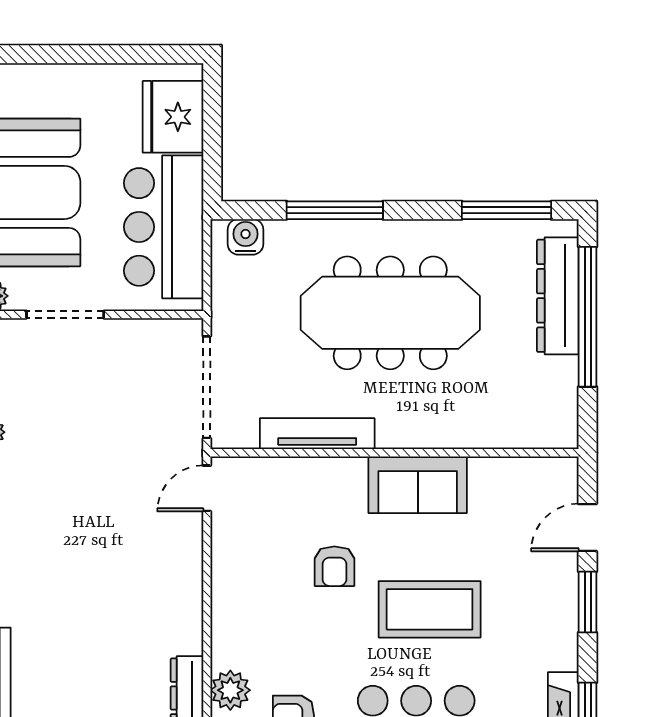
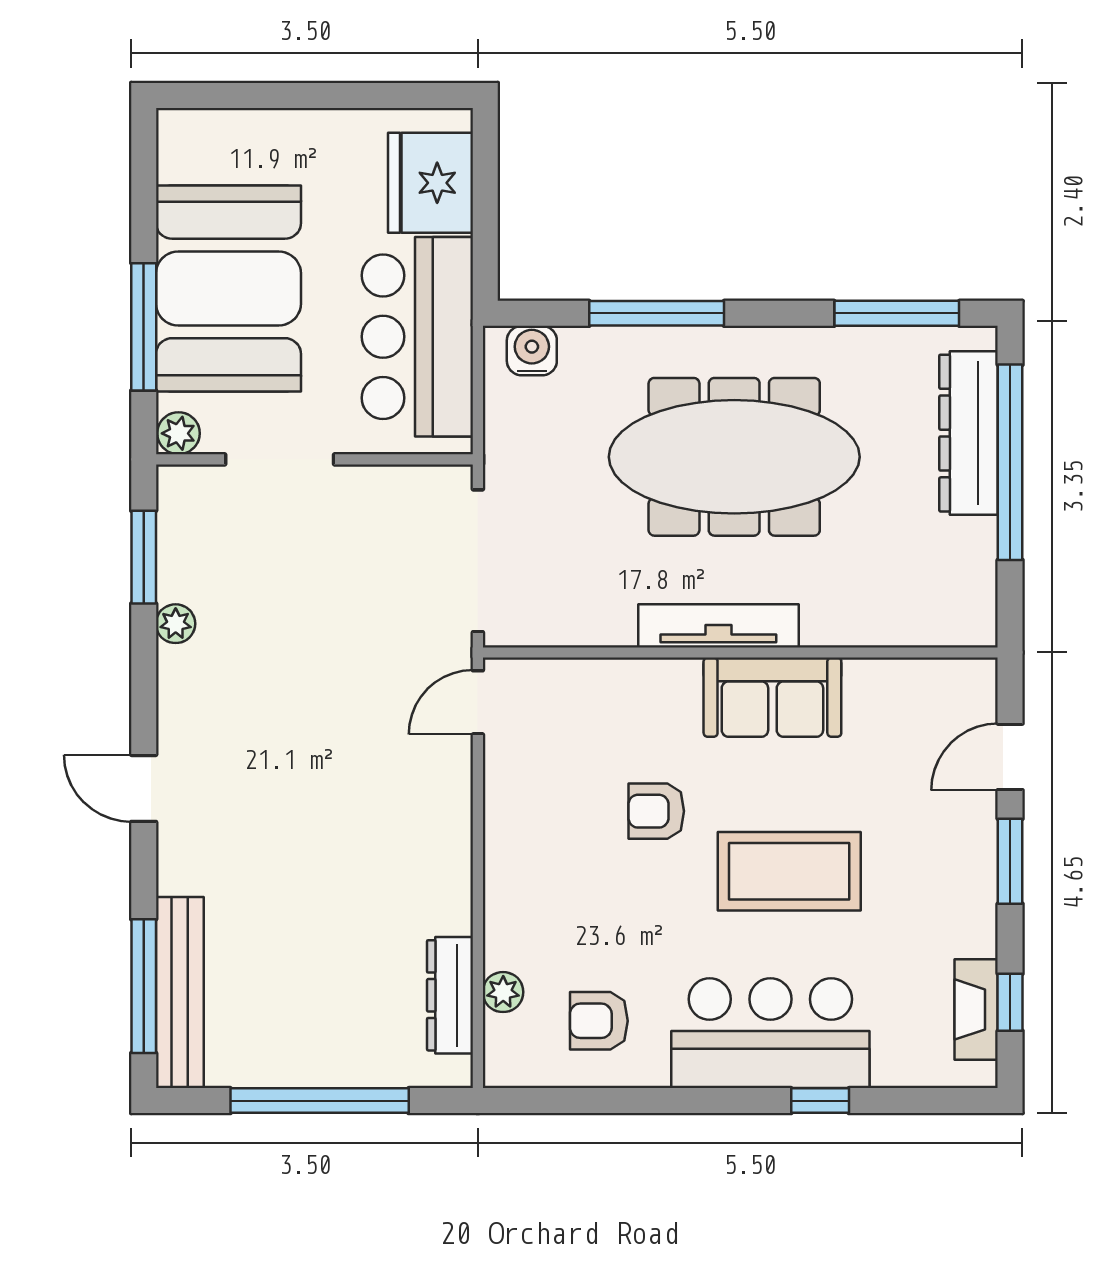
tv unit: (317, 434) -> (718, 626), moved
armchair: (334, 566) -> (656, 811), turned 90
plant: (230, 690) -> (503, 992), width x0.73, depth x0.73

